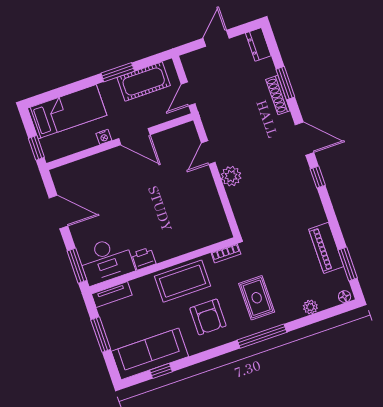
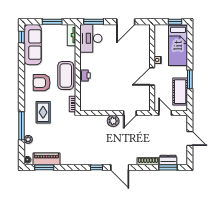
dresser: (258, 44) -> (168, 160), moved
window: (285, 83) -> (168, 167), moved
door: (305, 139) -> (120, 167), hinge flipped
window: (36, 148) -> (175, 22), moved
door: (208, 153) -> (130, 113), swing flipped
piano: (326, 248) -> (46, 159), moved
printer: (144, 259) -> (85, 75), moved
rug: (257, 298) -> (43, 112), turned 90
window: (262, 336) -> (21, 126), moved
window: (161, 371) -> (21, 37), moved

